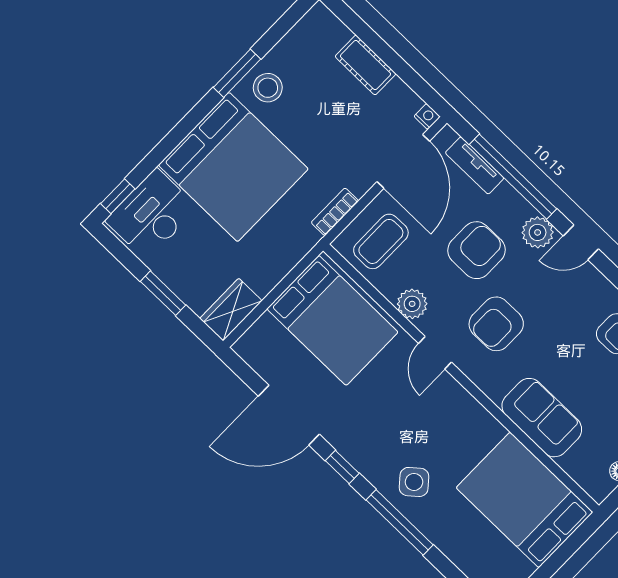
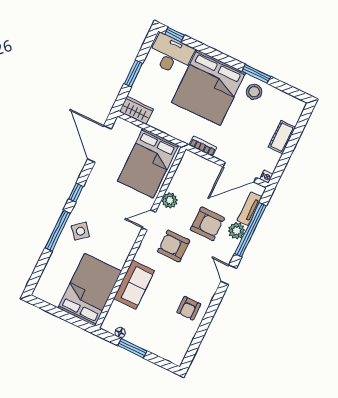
plant: (538, 232) -> (236, 231), moved
coffee table: (381, 241) -> (196, 174), removed
door: (289, 415) -> (99, 144), moved

